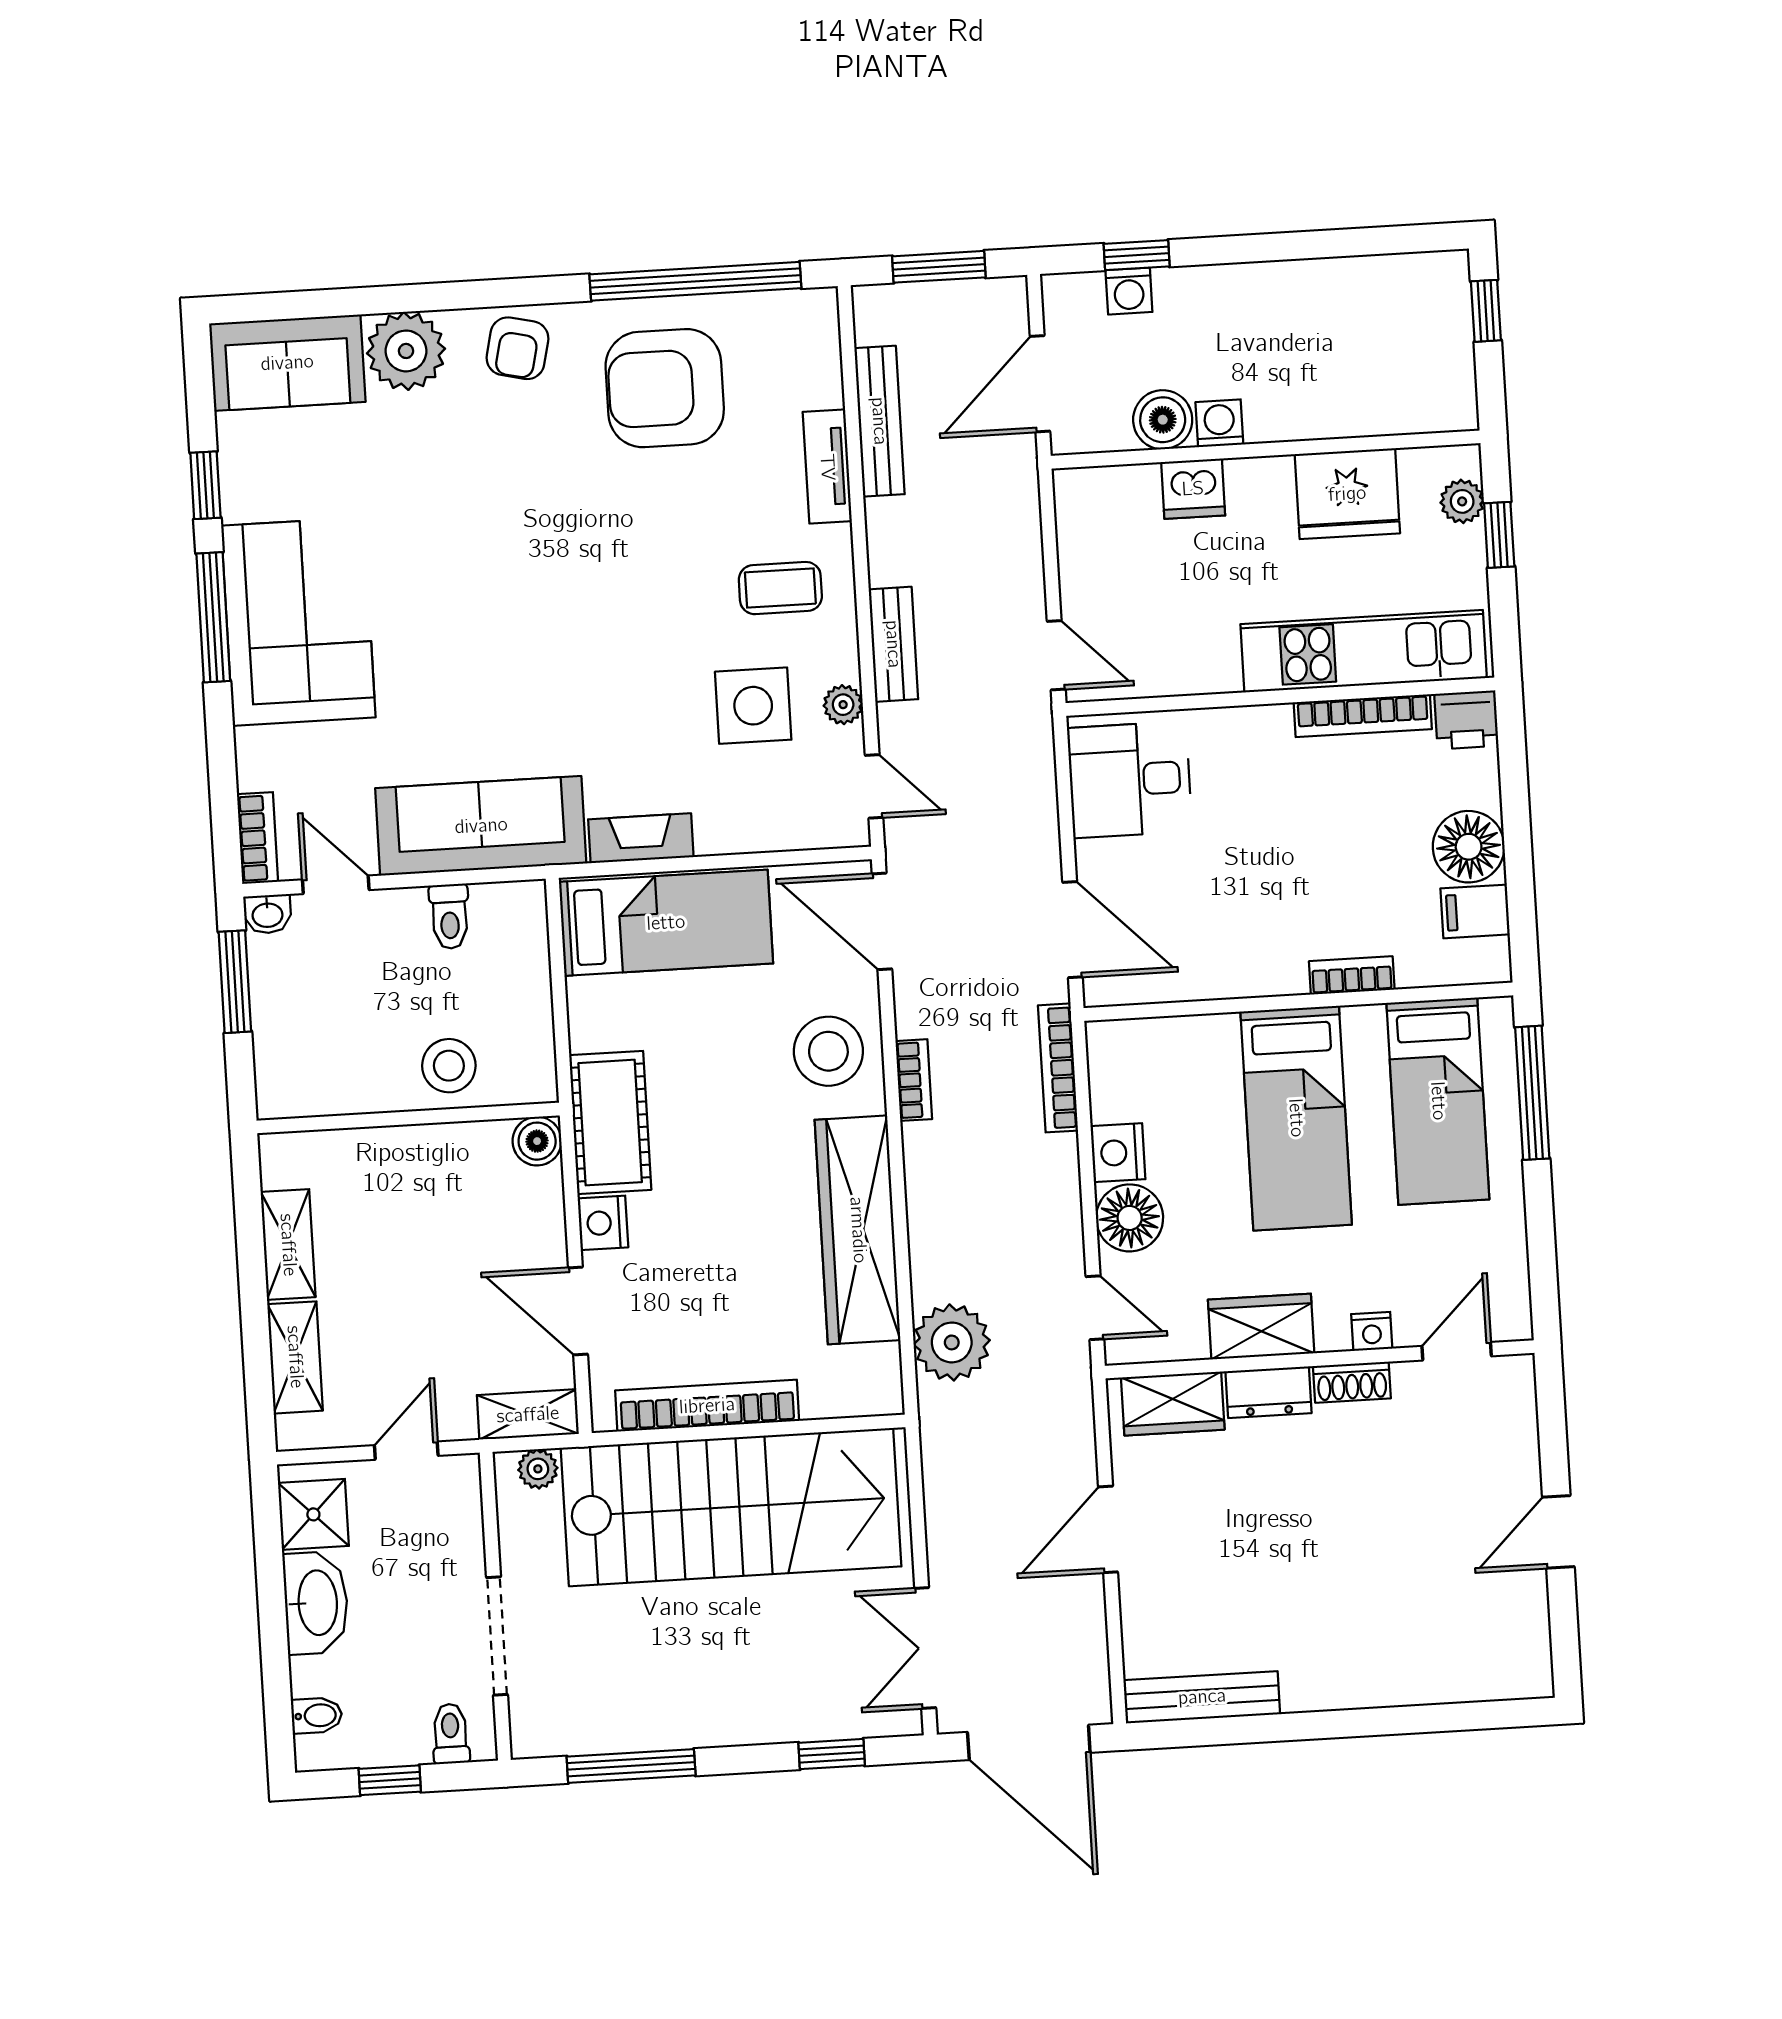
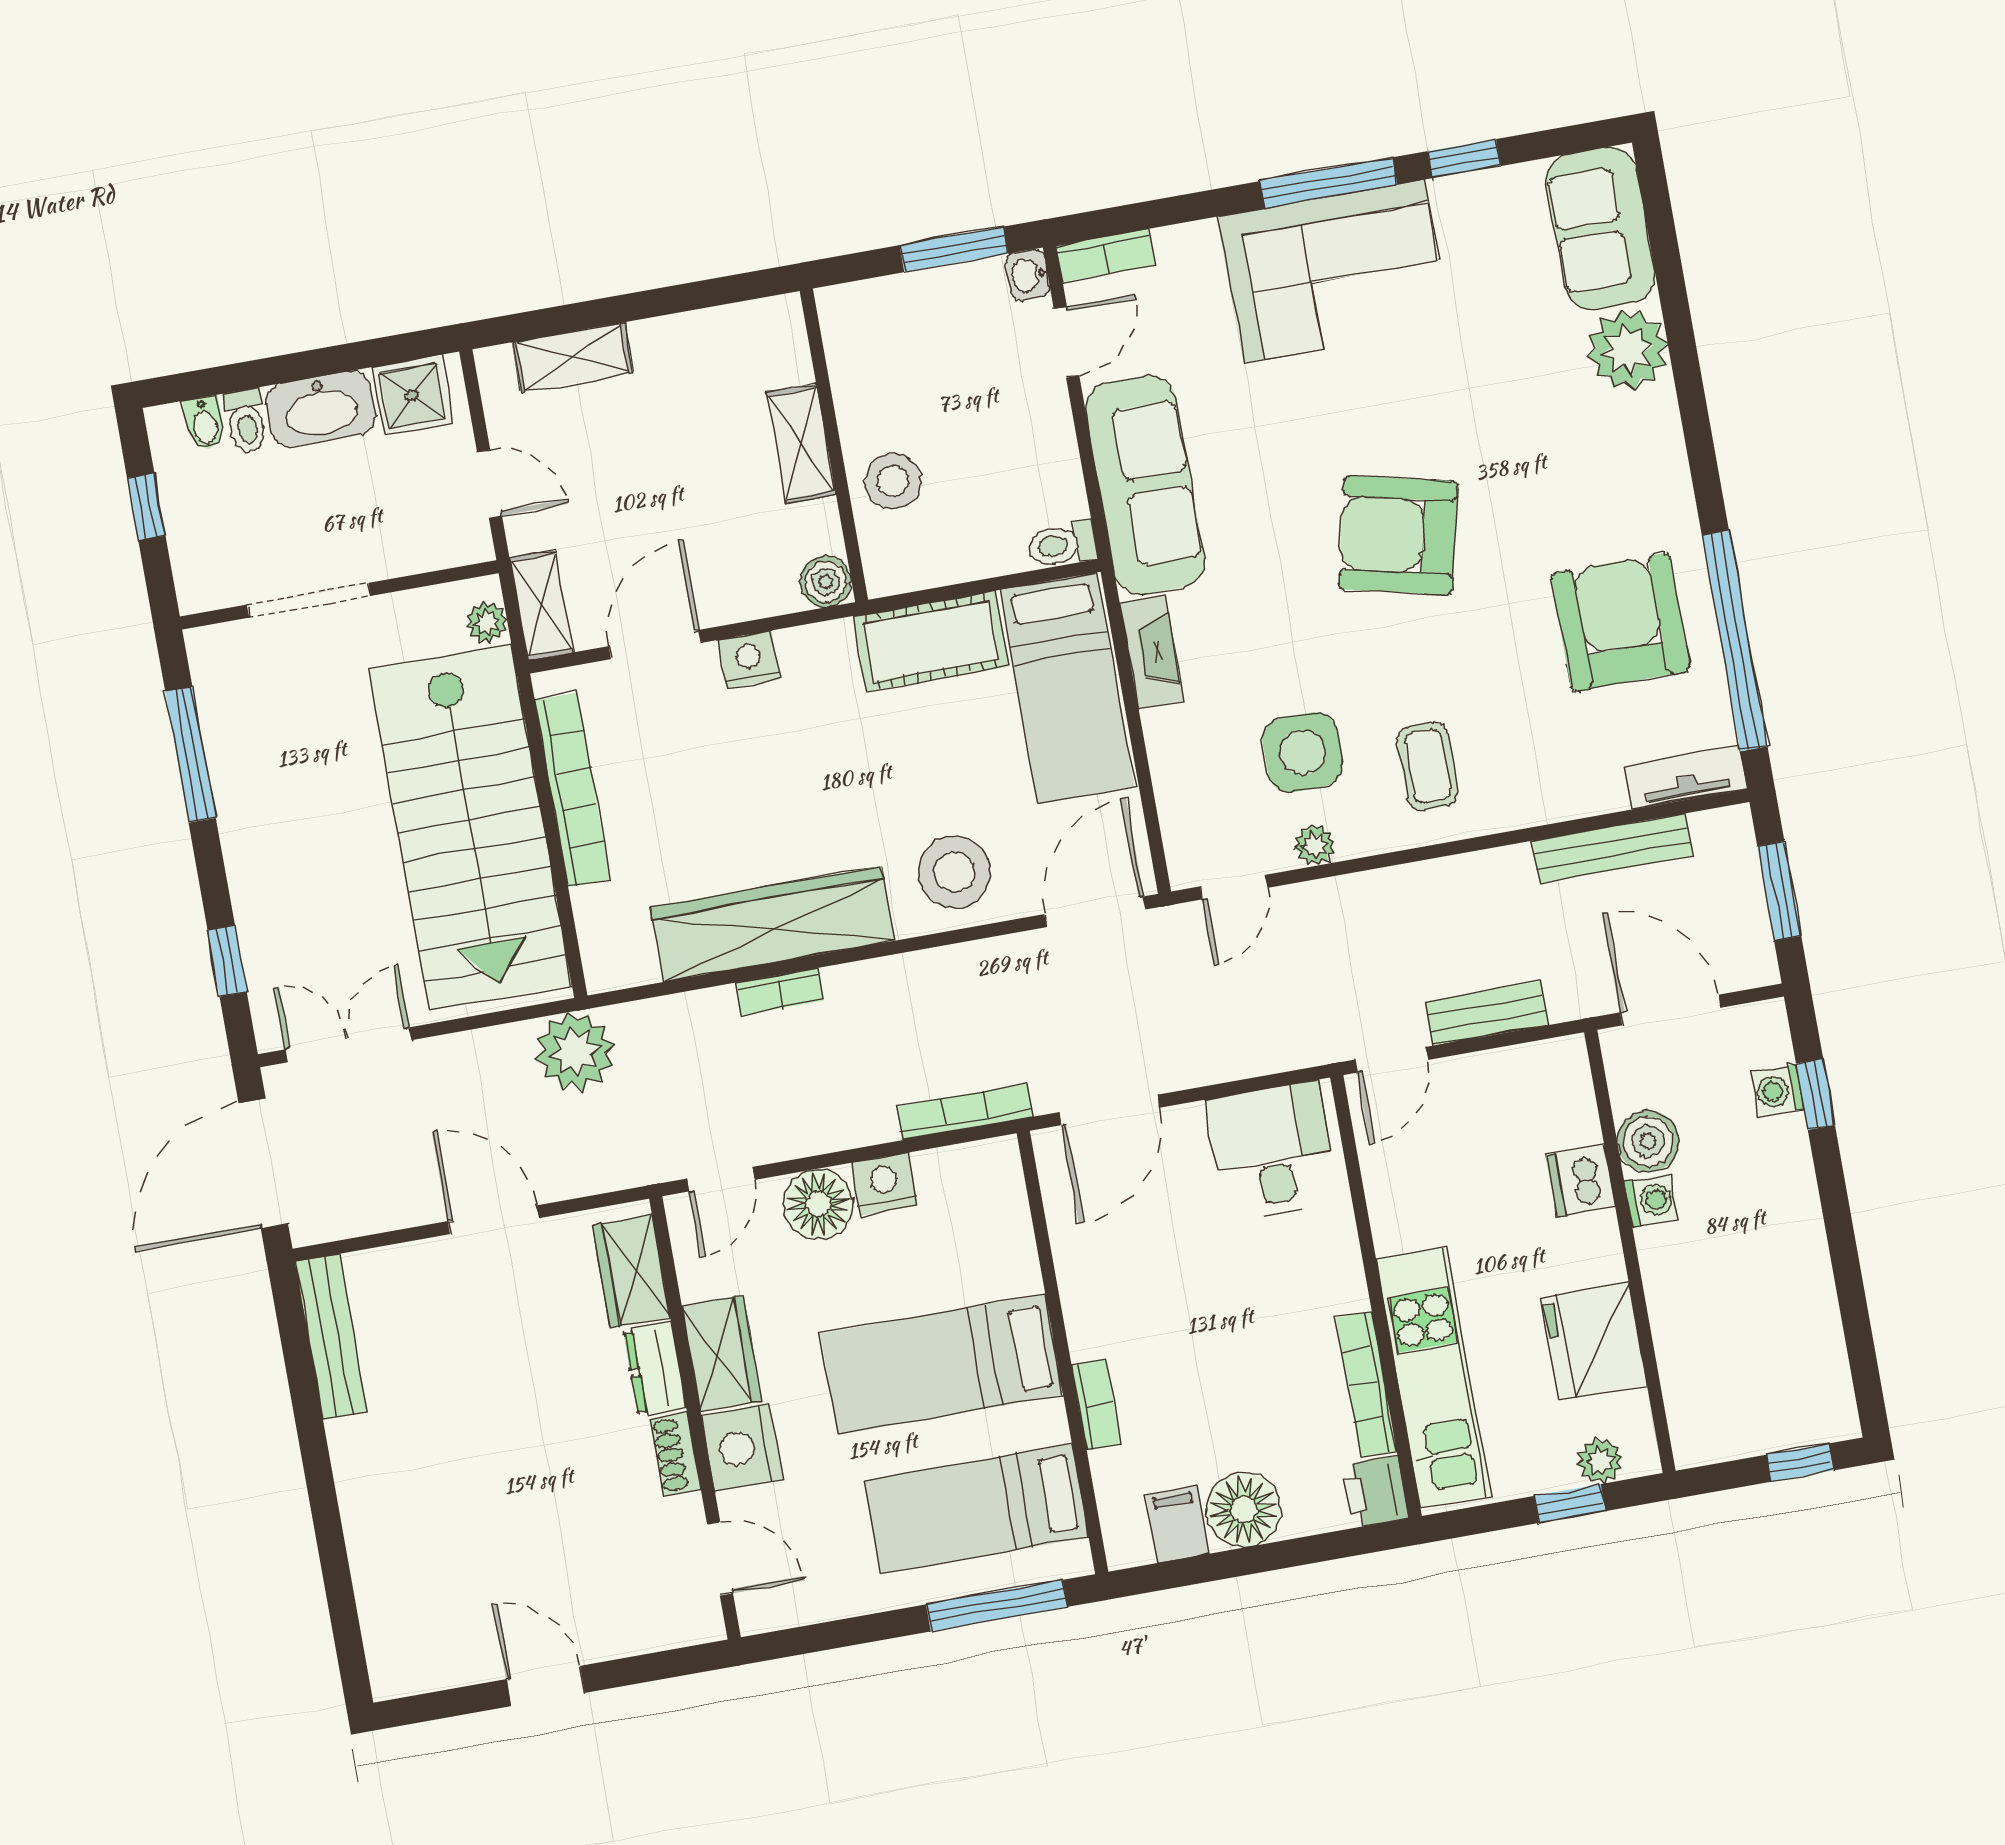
armchair: (517, 348) -> (1398, 535), moved, width x1.88, depth x1.88
tv unit: (827, 467) -> (1686, 777), moved
bench: (893, 644) -> (1486, 1013), moved
toilet: (450, 916) -> (1062, 545), moved
bookcase: (914, 1080) -> (780, 992), moved
cot: (610, 1123) -> (931, 641), moved
shelving: (288, 1245) -> (801, 444), moved, turned 90
nightstand: (1372, 1331) -> (742, 1448), width x1.89, depth x1.79
plant: (952, 1342) -> (575, 1052), moved
toilet: (451, 1734) -> (246, 421), moved, turned 90

